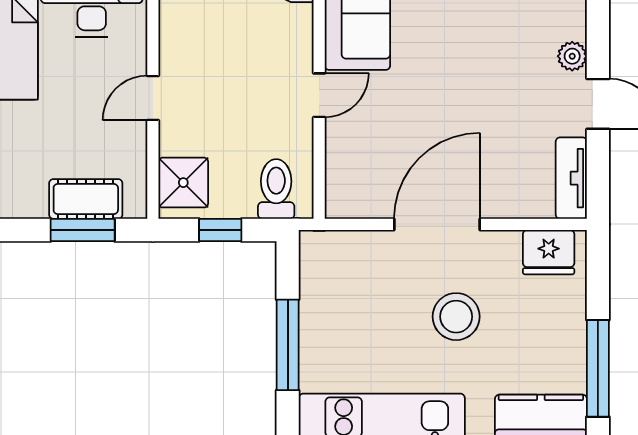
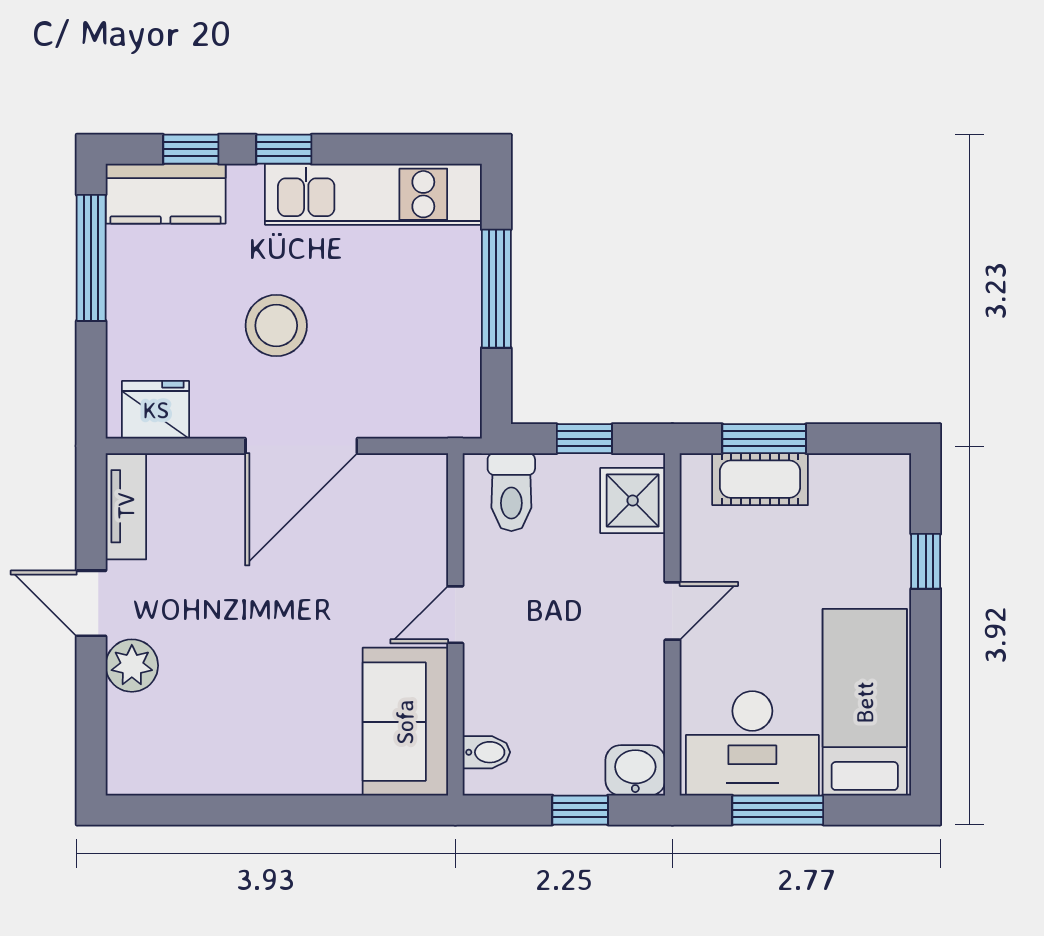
plant: (572, 56) -> (132, 666), width x1.38, depth x1.38

